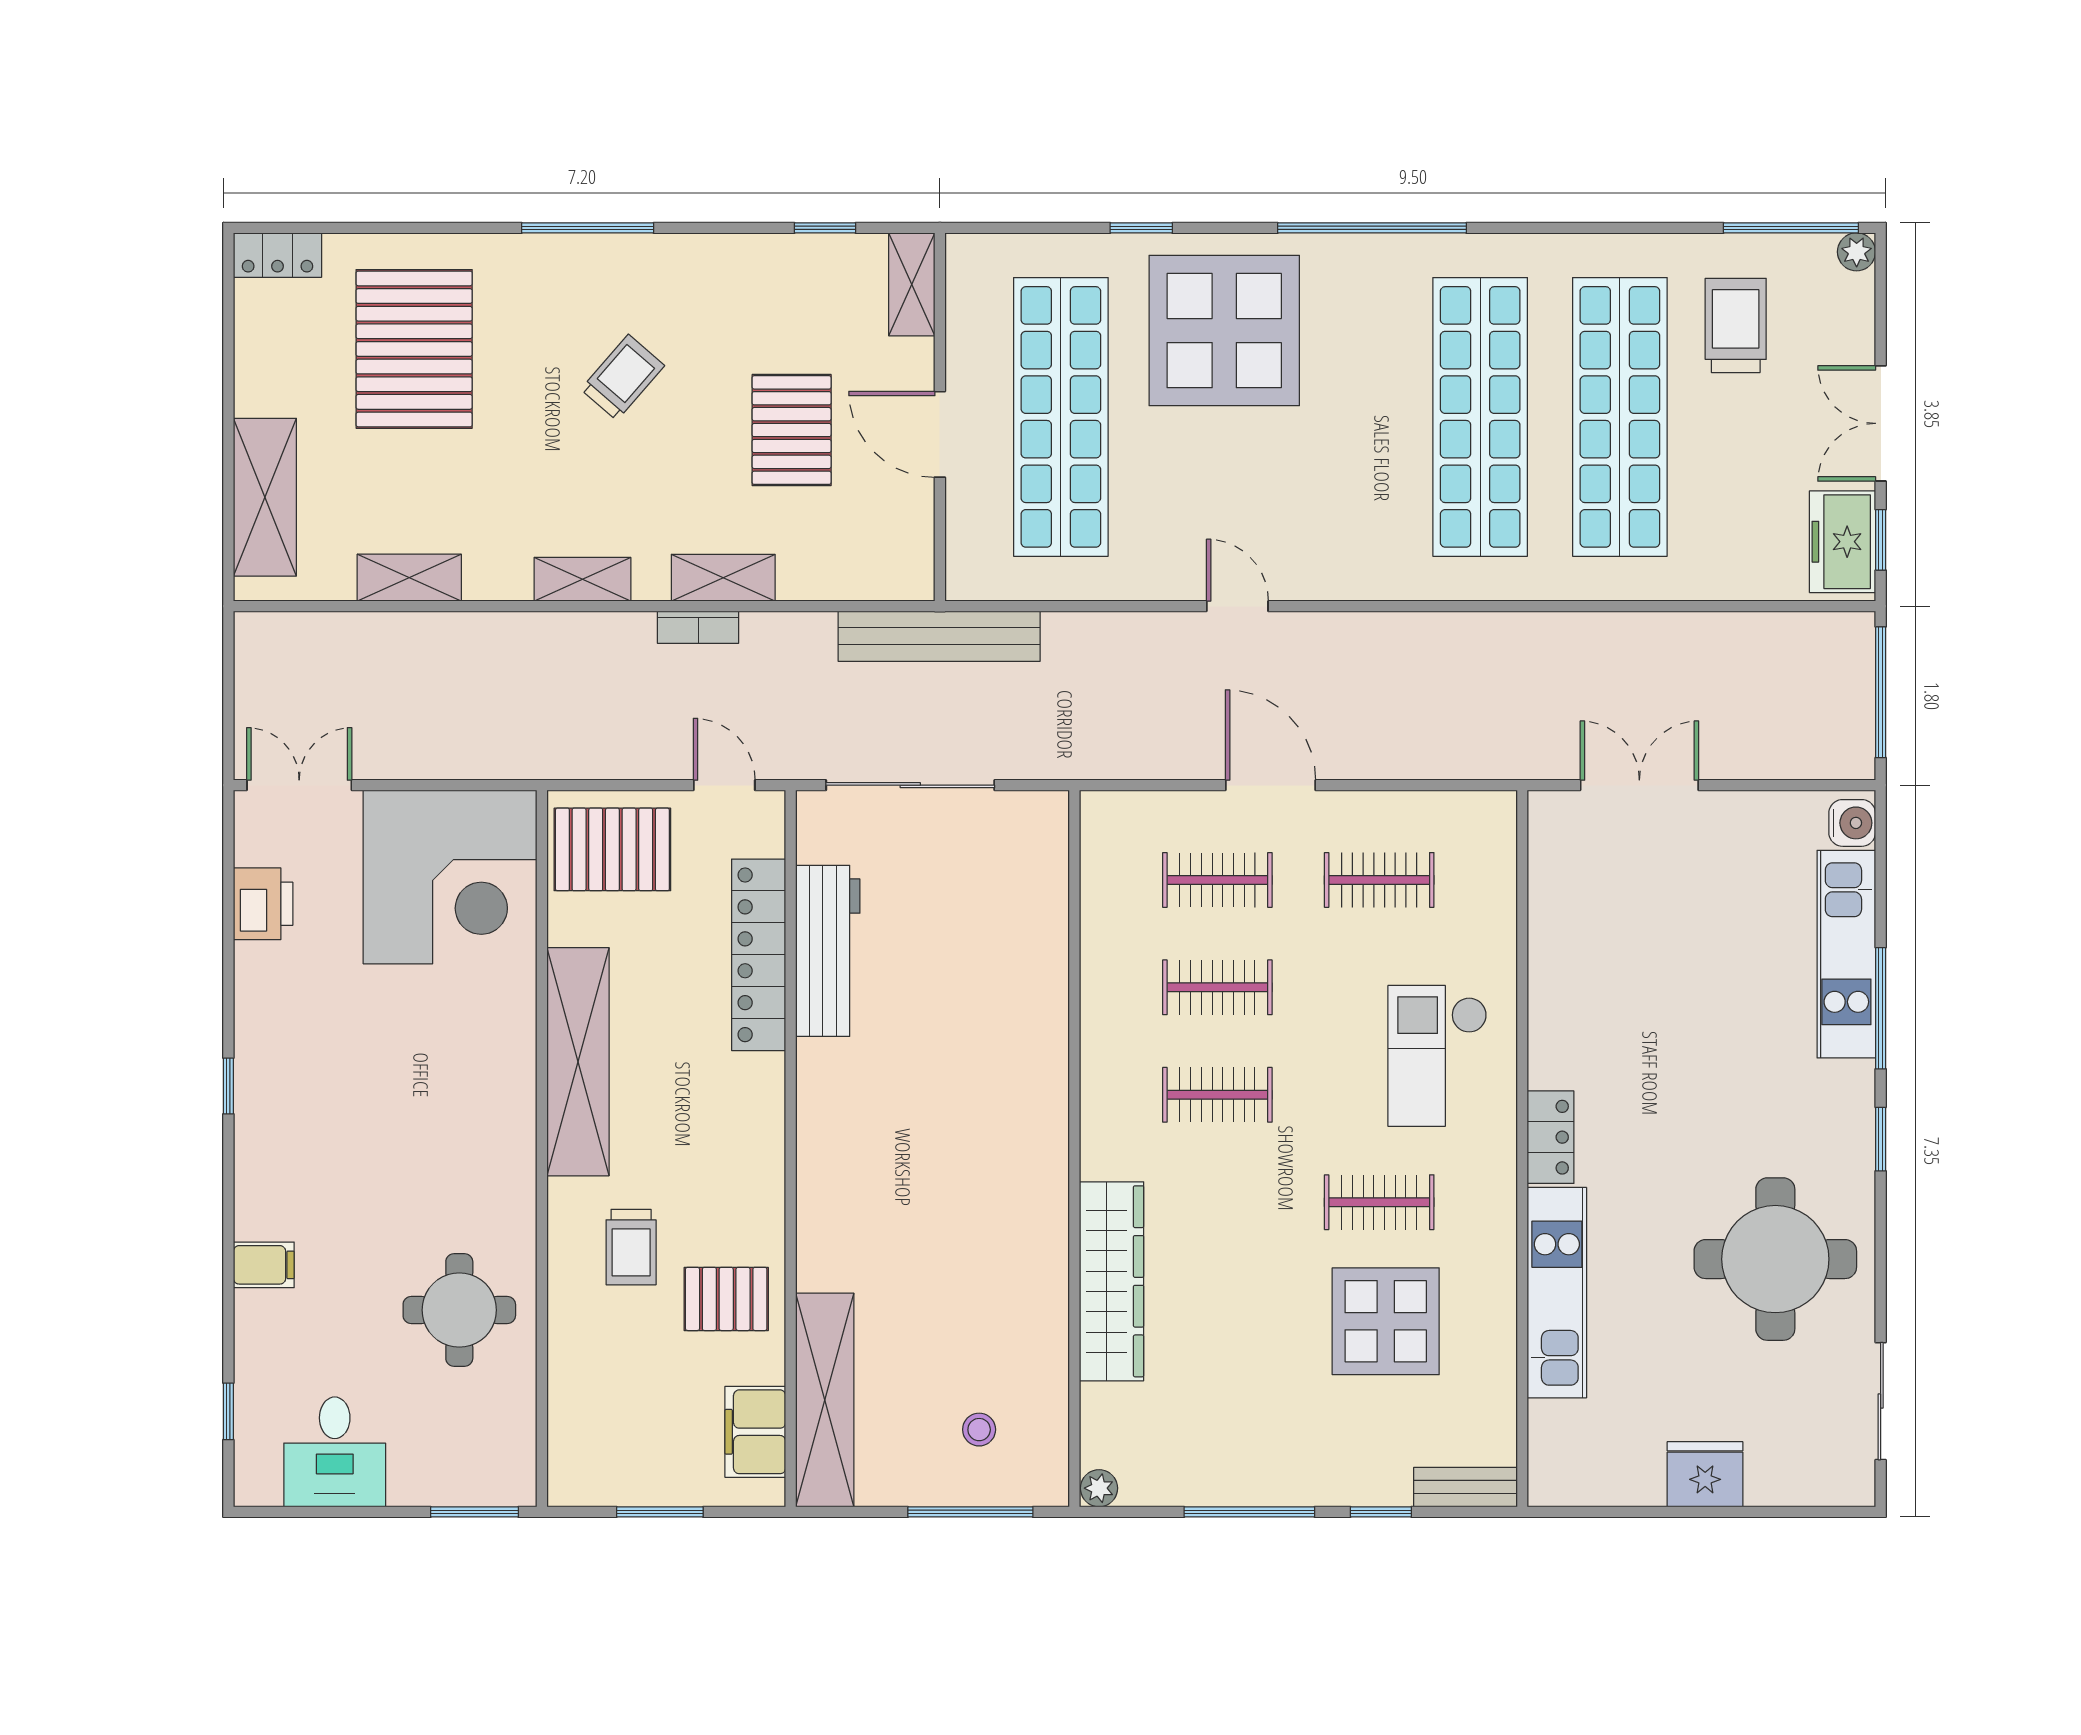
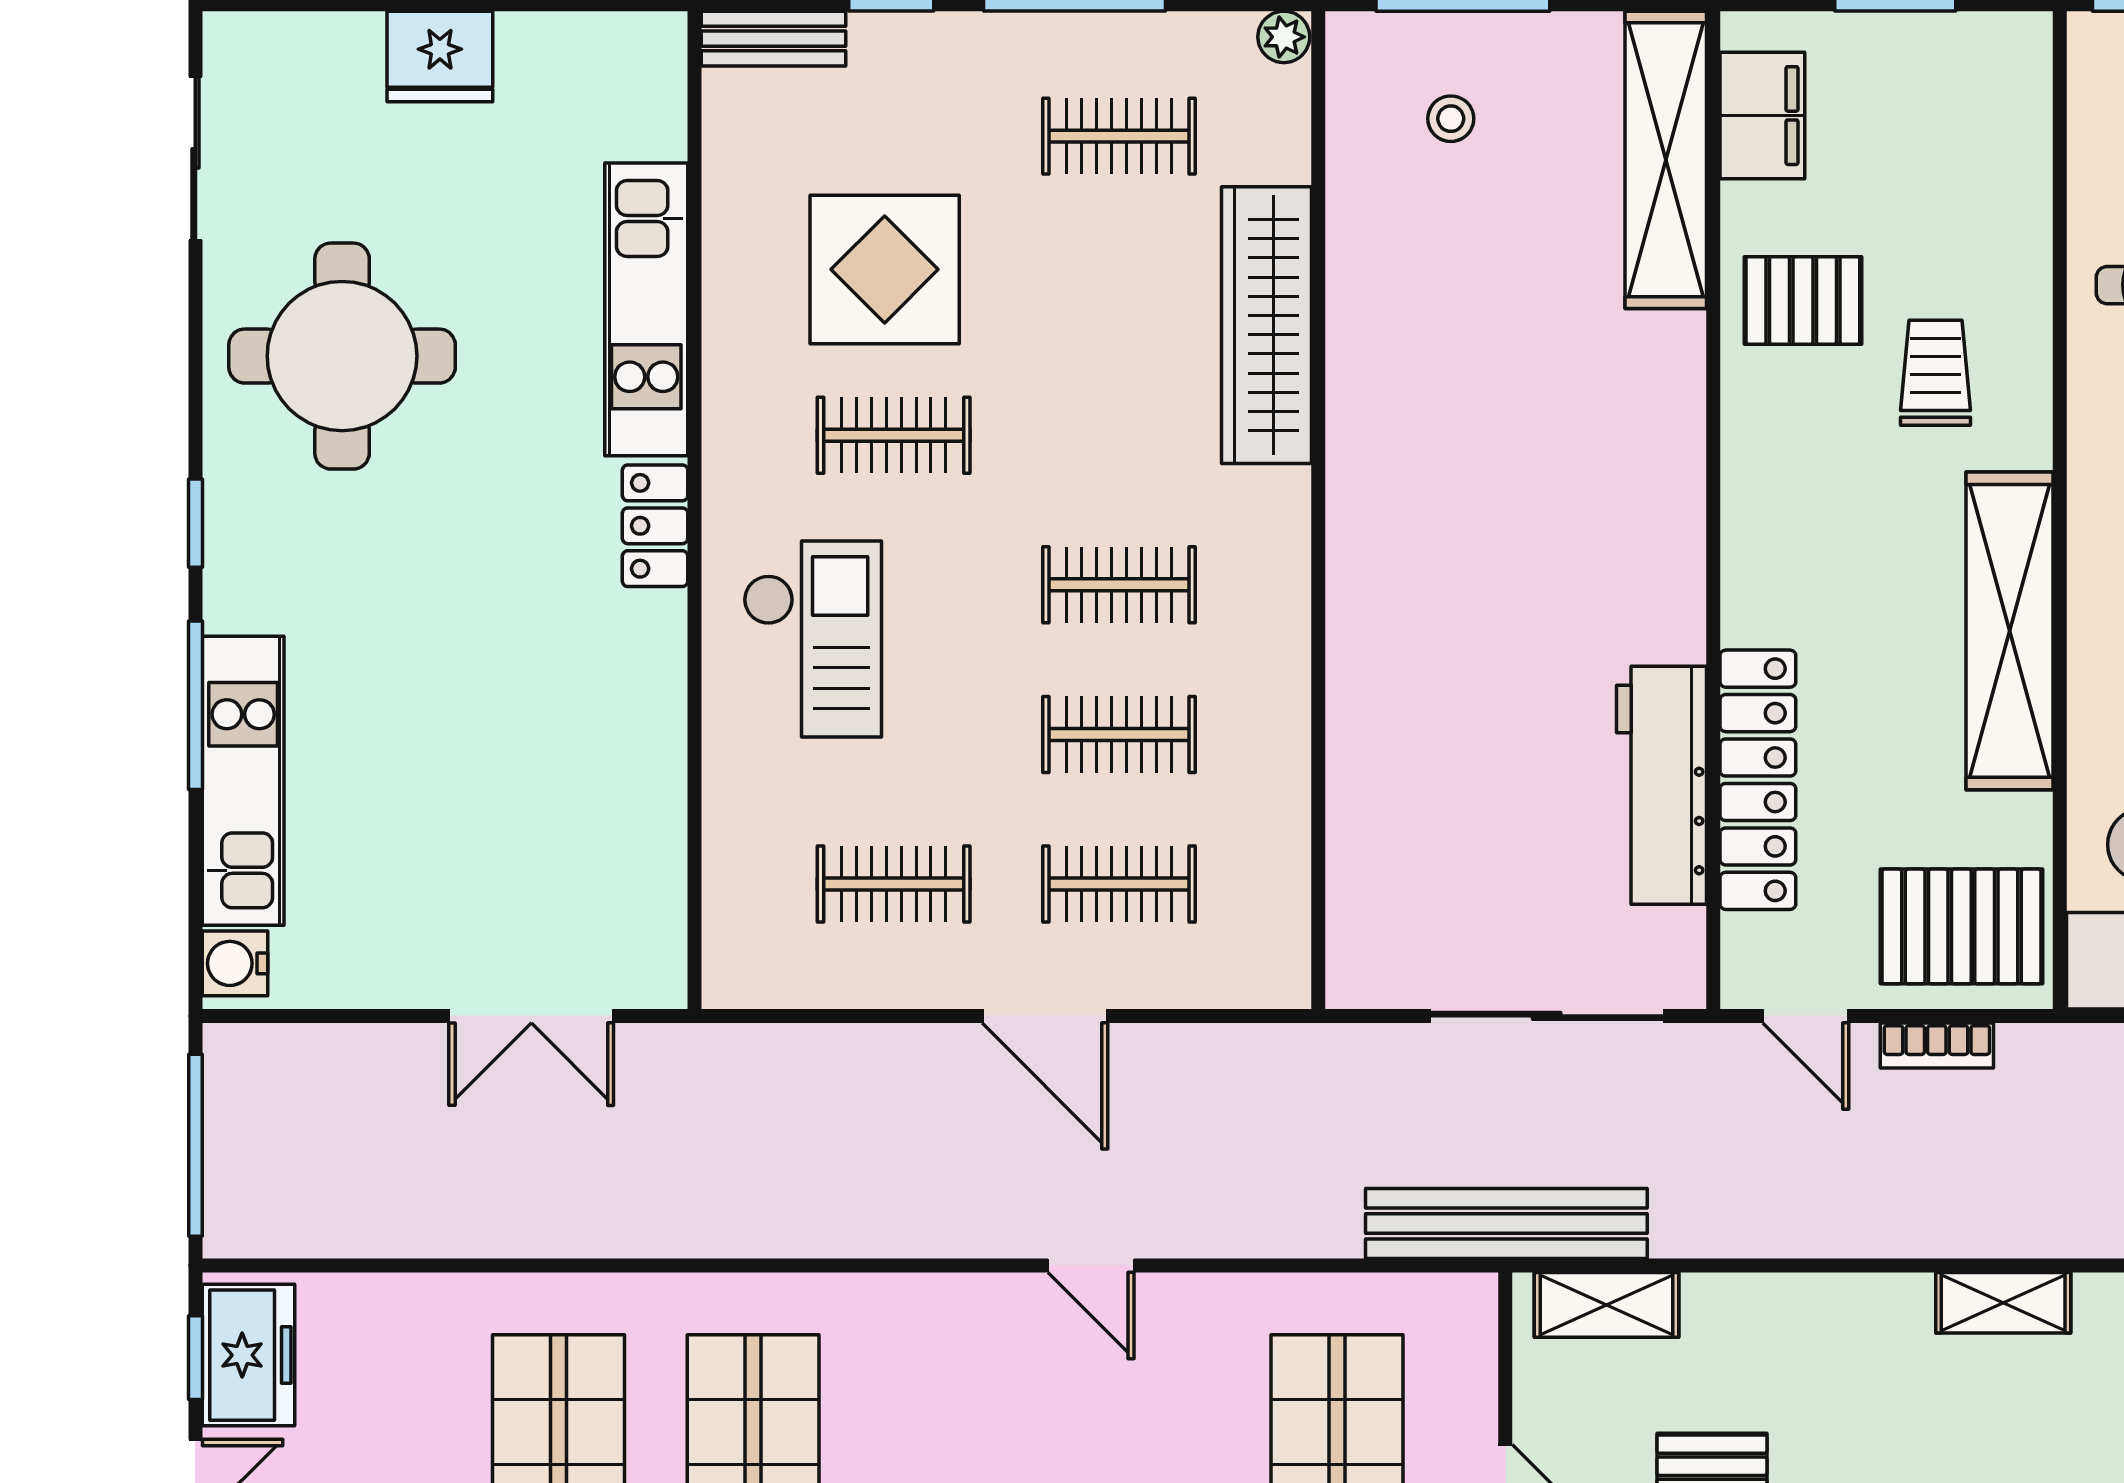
shelving: (723, 578) -> (1606, 1305), moved
bookcase: (698, 627) -> (1937, 1045), moved, turned 180
clothes rail: (1217, 1417) -> (1119, 136), added

